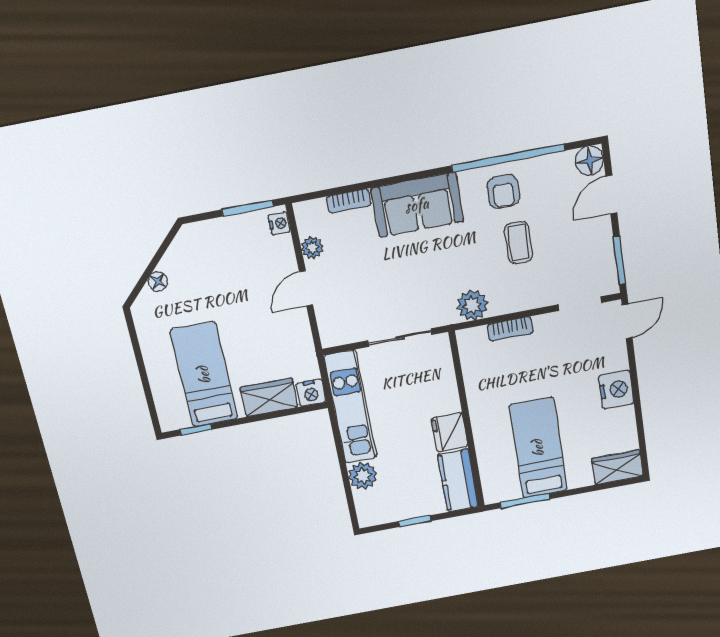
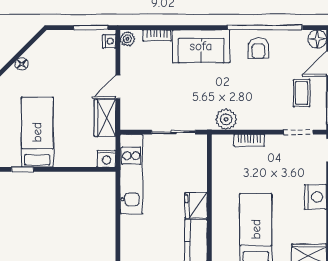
coffee table: (518, 243) -> (302, 93), moved
plant: (312, 248) -> (127, 39), moved
wardrobe: (269, 397) -> (105, 118), moved, turned -90
plant: (363, 476) -> (130, 225), removed

